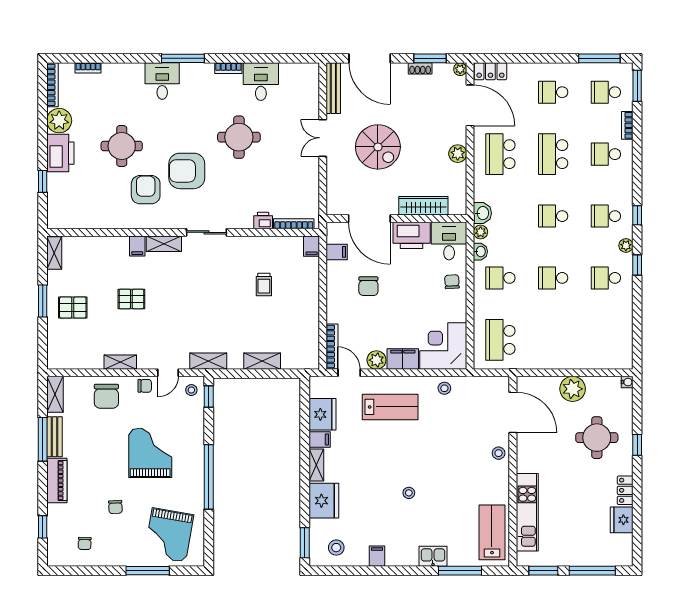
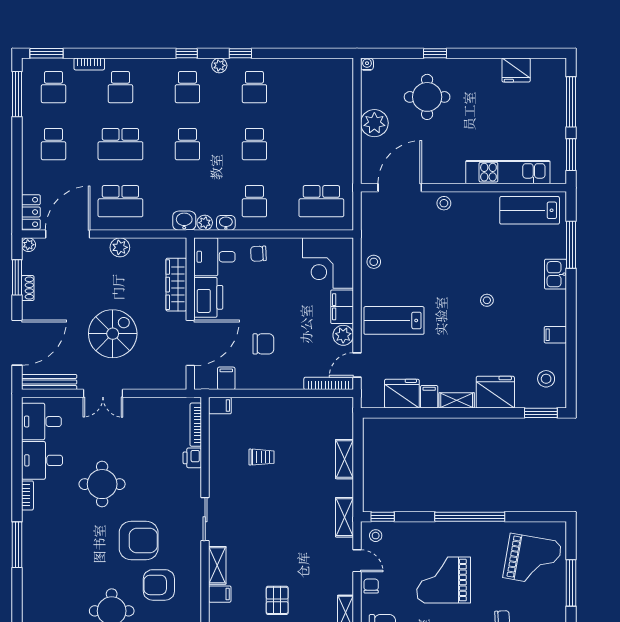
desk: (162, 81) -> (41, 422), moved
armchair: (187, 171) -> (139, 540), turned -90
lab bench: (390, 407) -> (394, 320), turned -90
locker: (625, 490) -> (484, 66), removed

